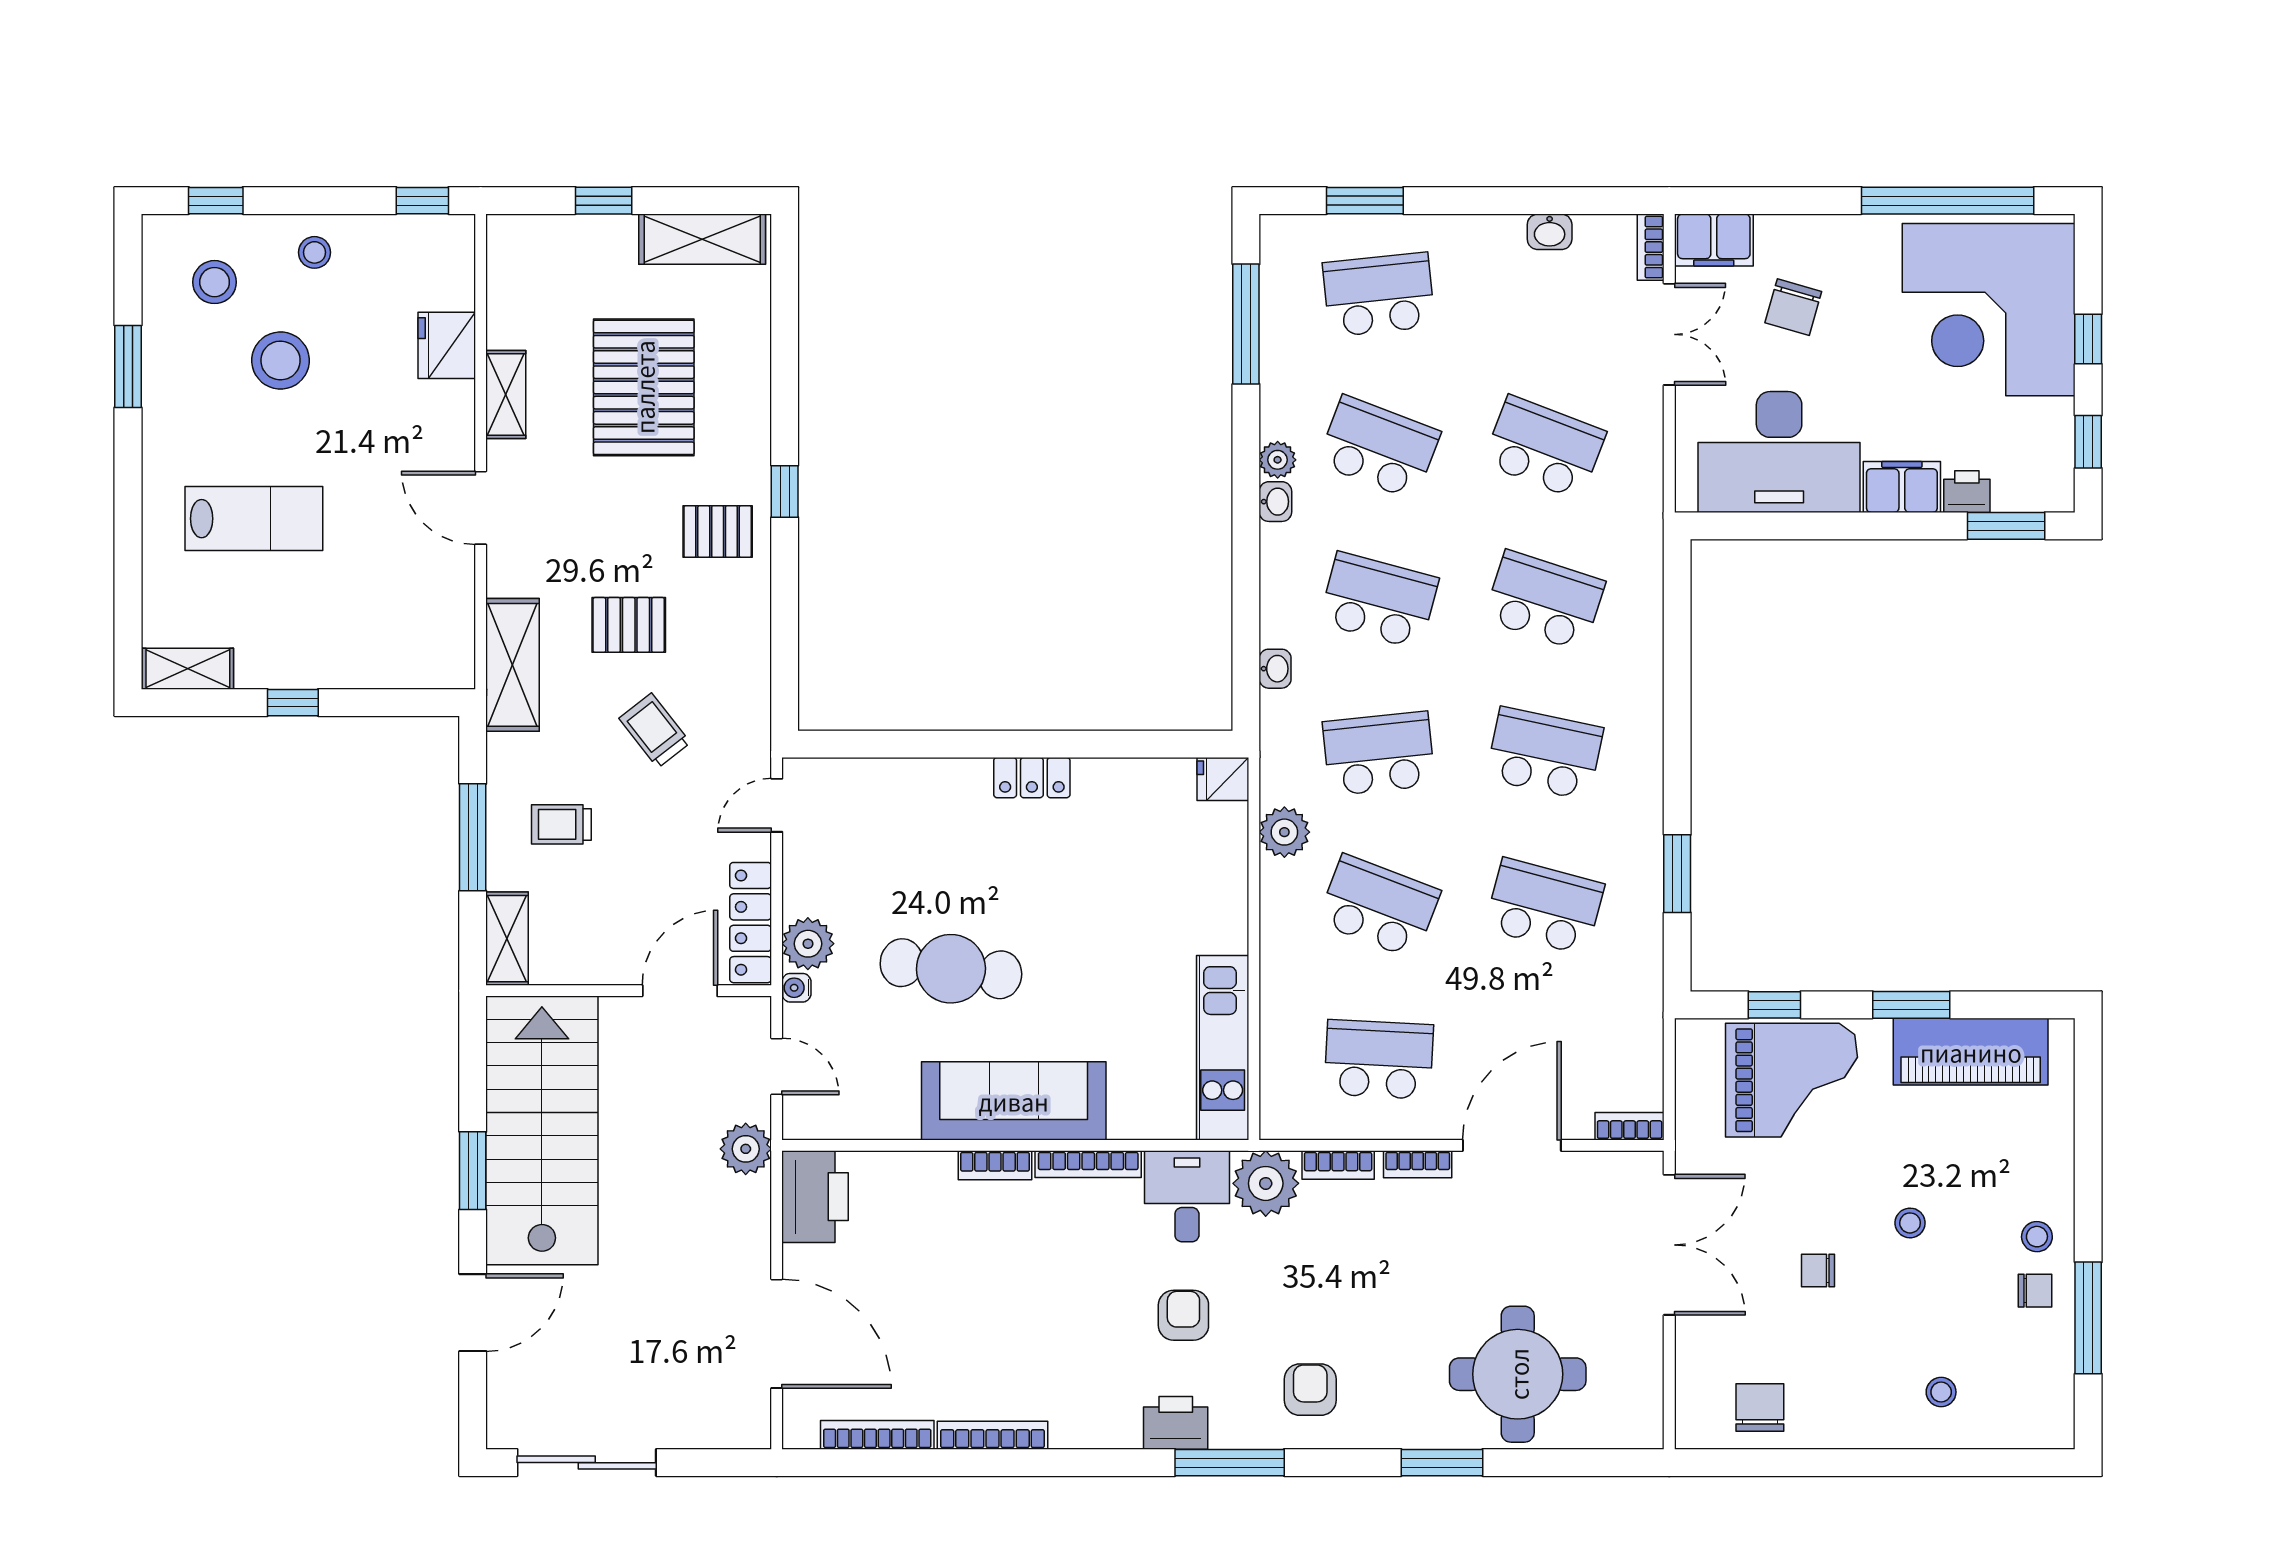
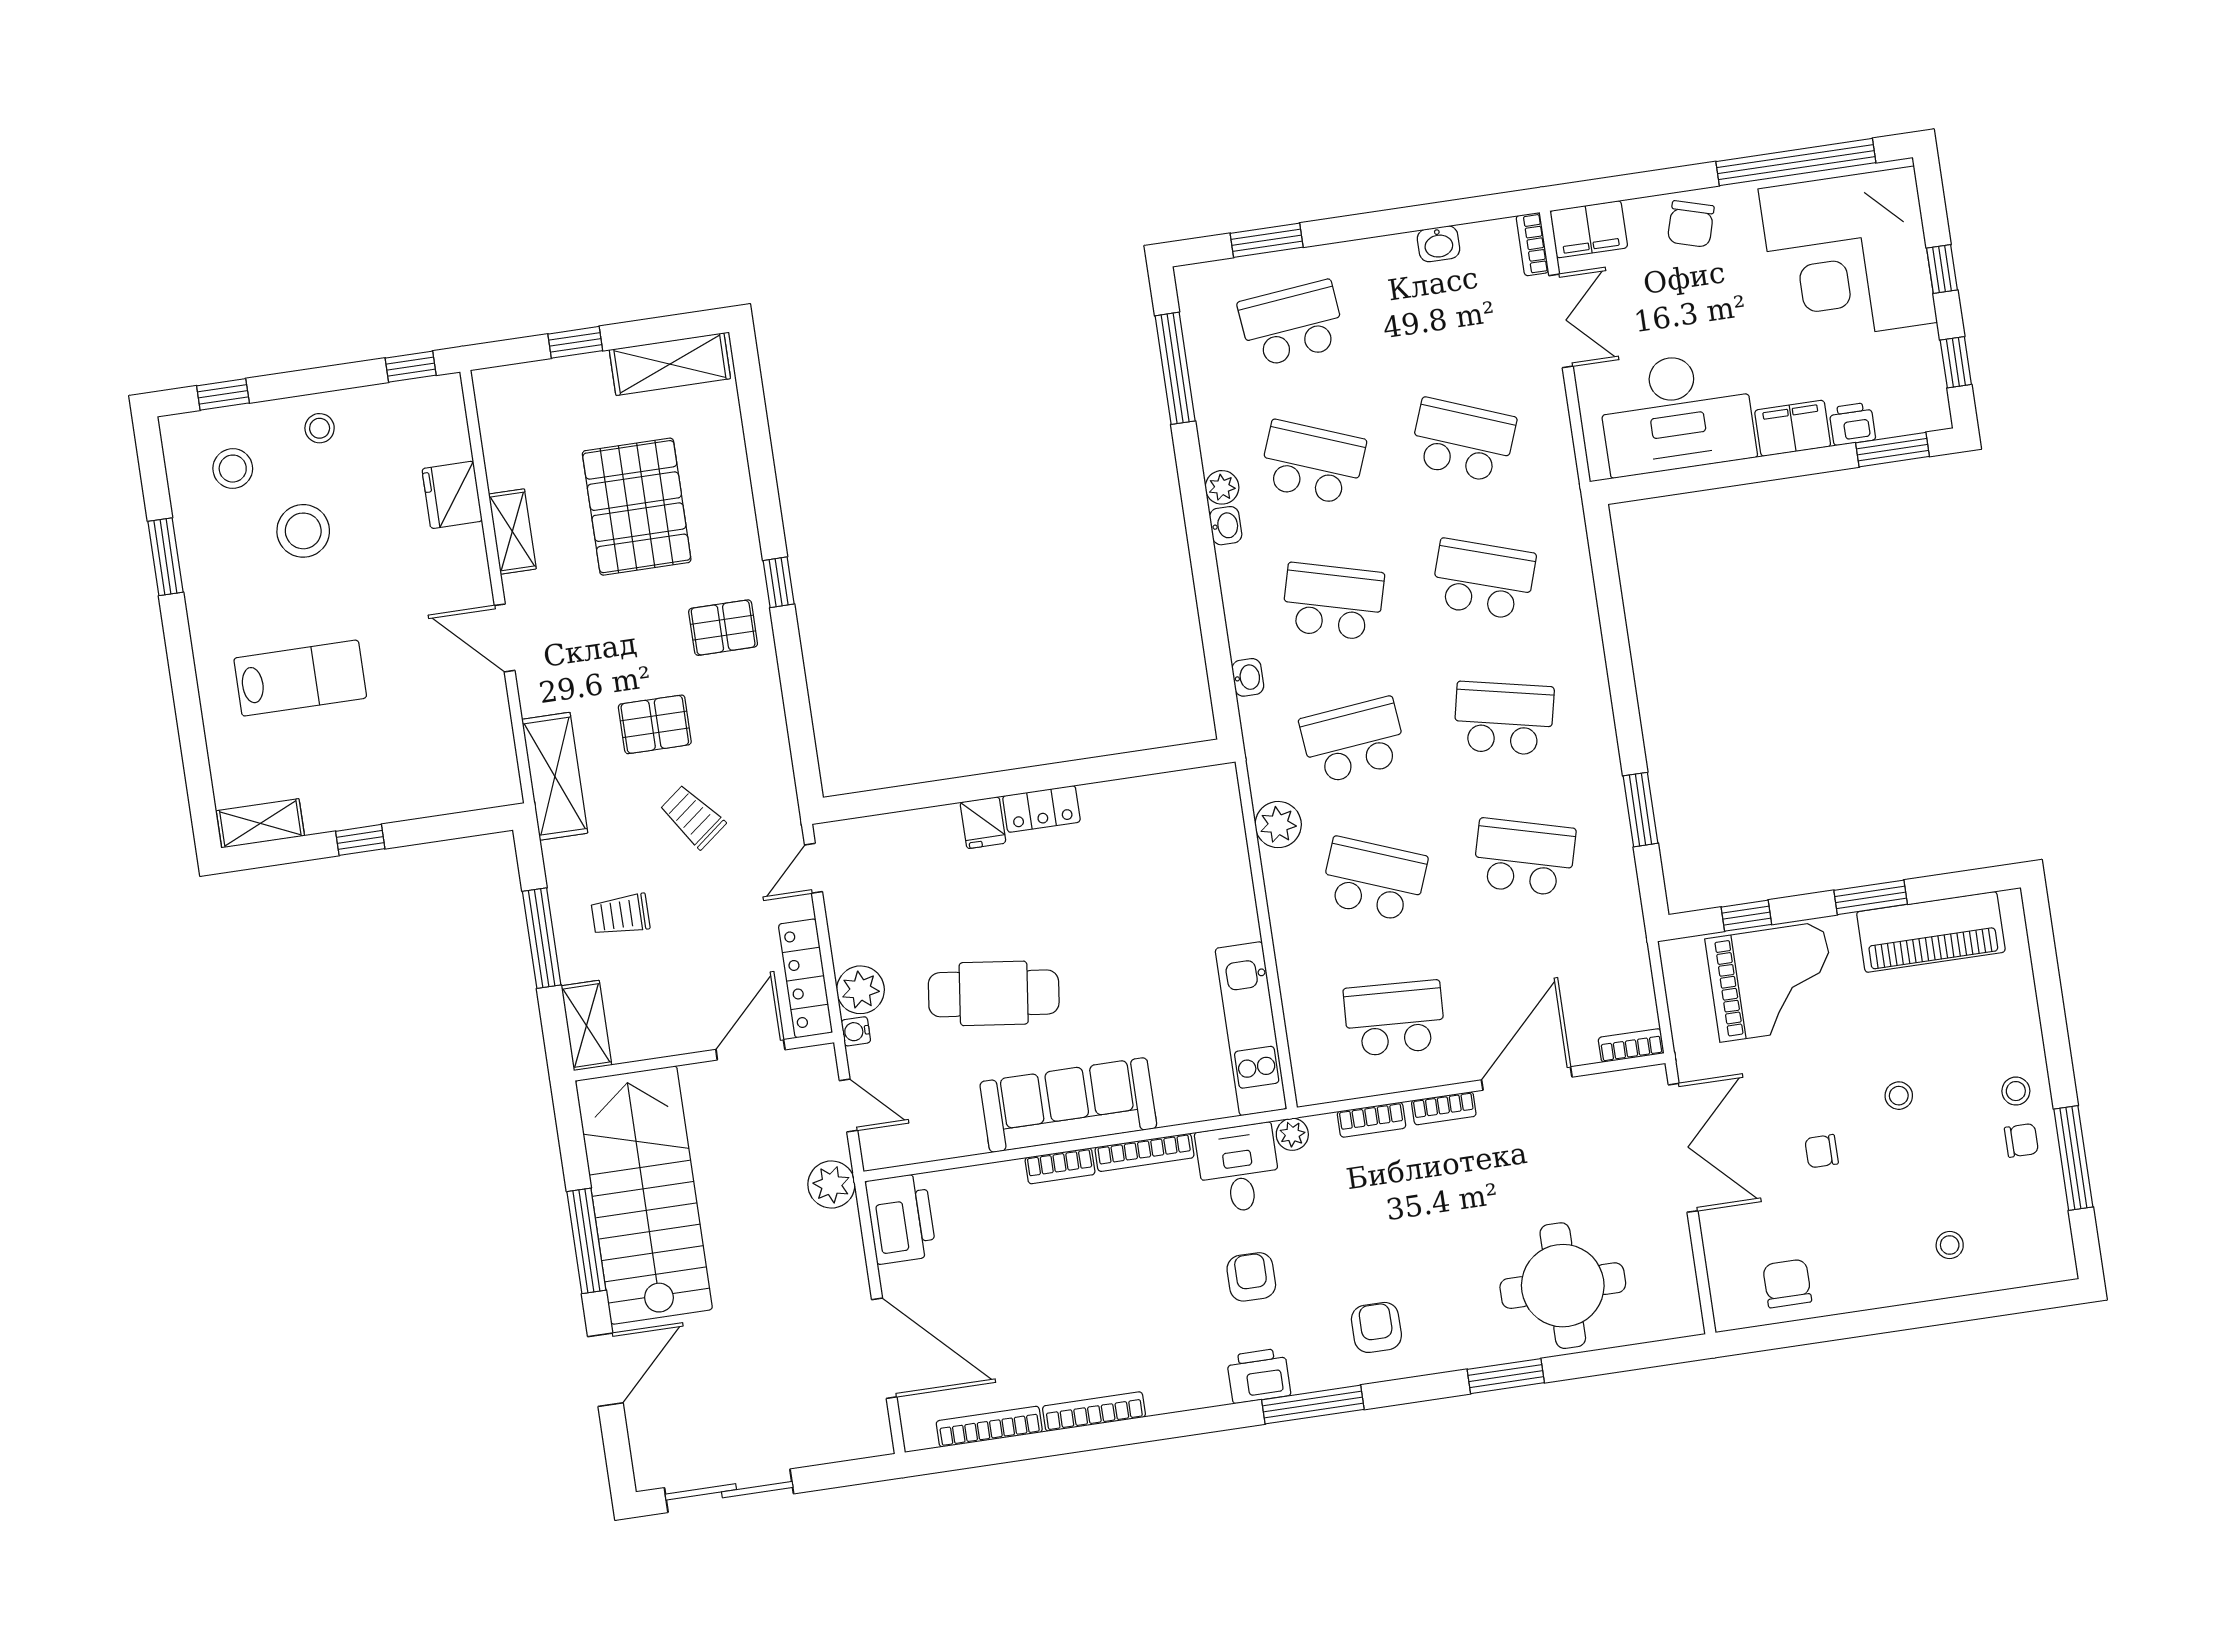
chair: (1793, 307) -> (1691, 224), moved
fridge: (1223, 779) -> (983, 823), moved, turned -90
window: (473, 1171) -> (586, 1241), width x1.44
plant: (1266, 1183) -> (1292, 1134), width x0.53, depth x0.53

